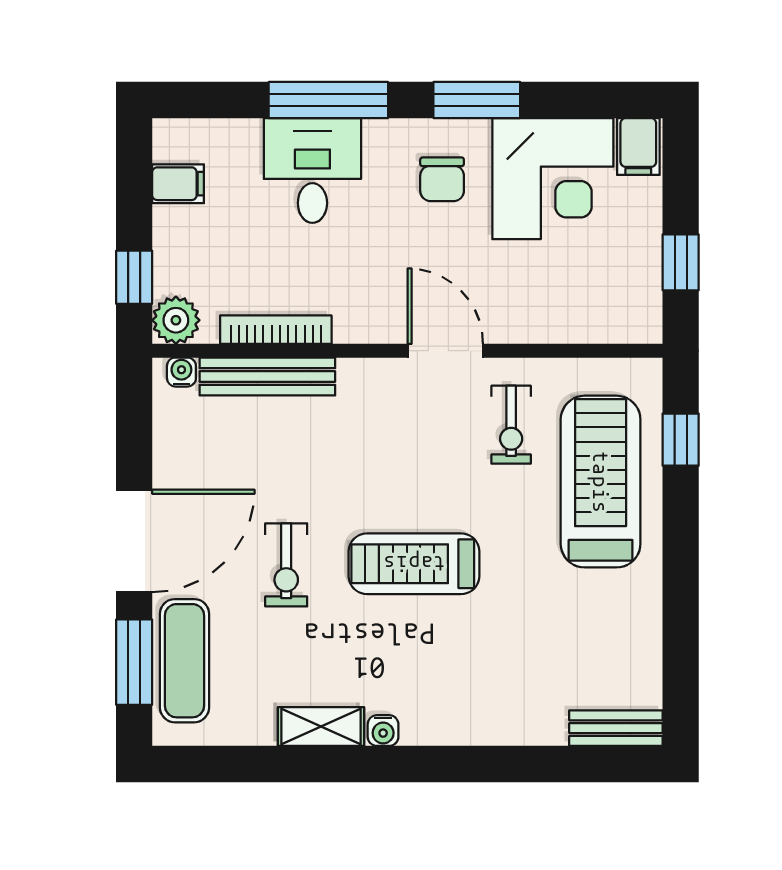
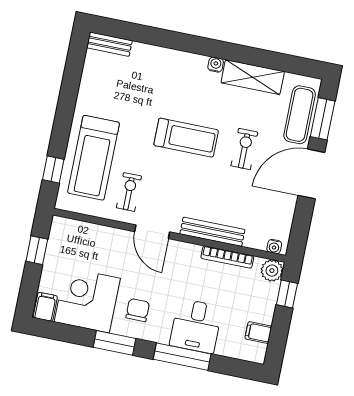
bench: (267, 376) -> (212, 232), moved
shelving: (321, 727) -> (253, 77), width x1.50, depth x1.33

